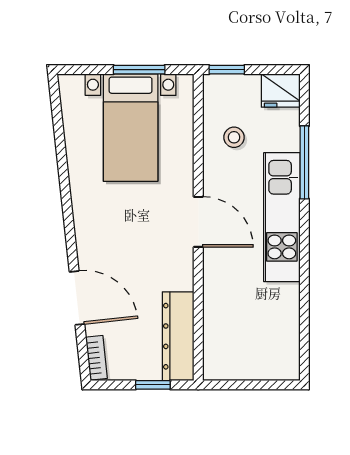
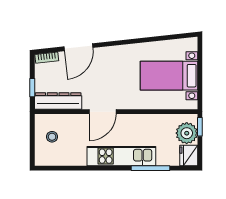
window: (139, 70) -> (200, 80), removed
plant: (239, 94) -> (187, 133), added
stool: (234, 137) -> (52, 137), moved
door: (198, 222) -> (103, 112), moved

